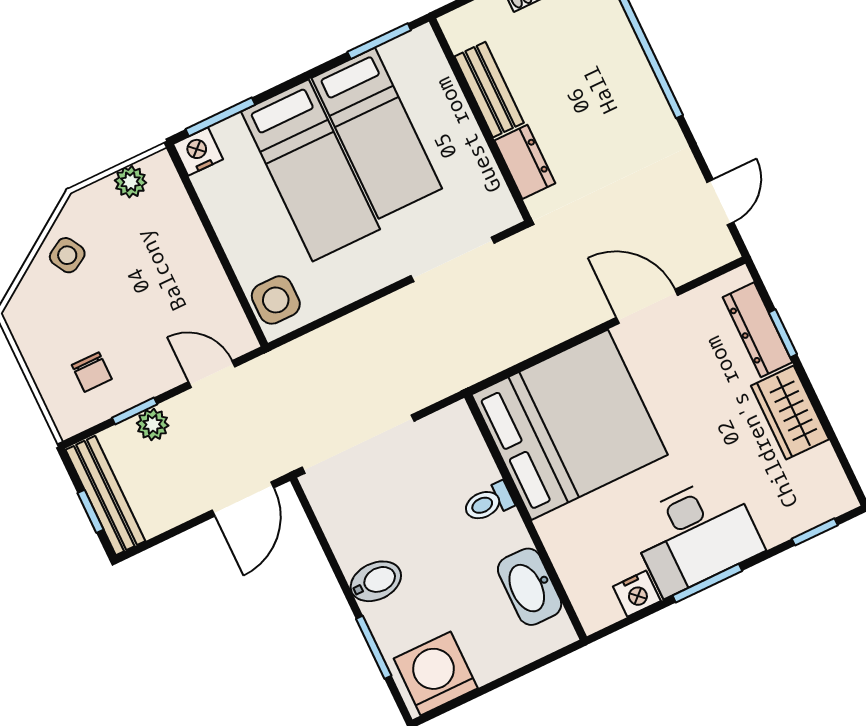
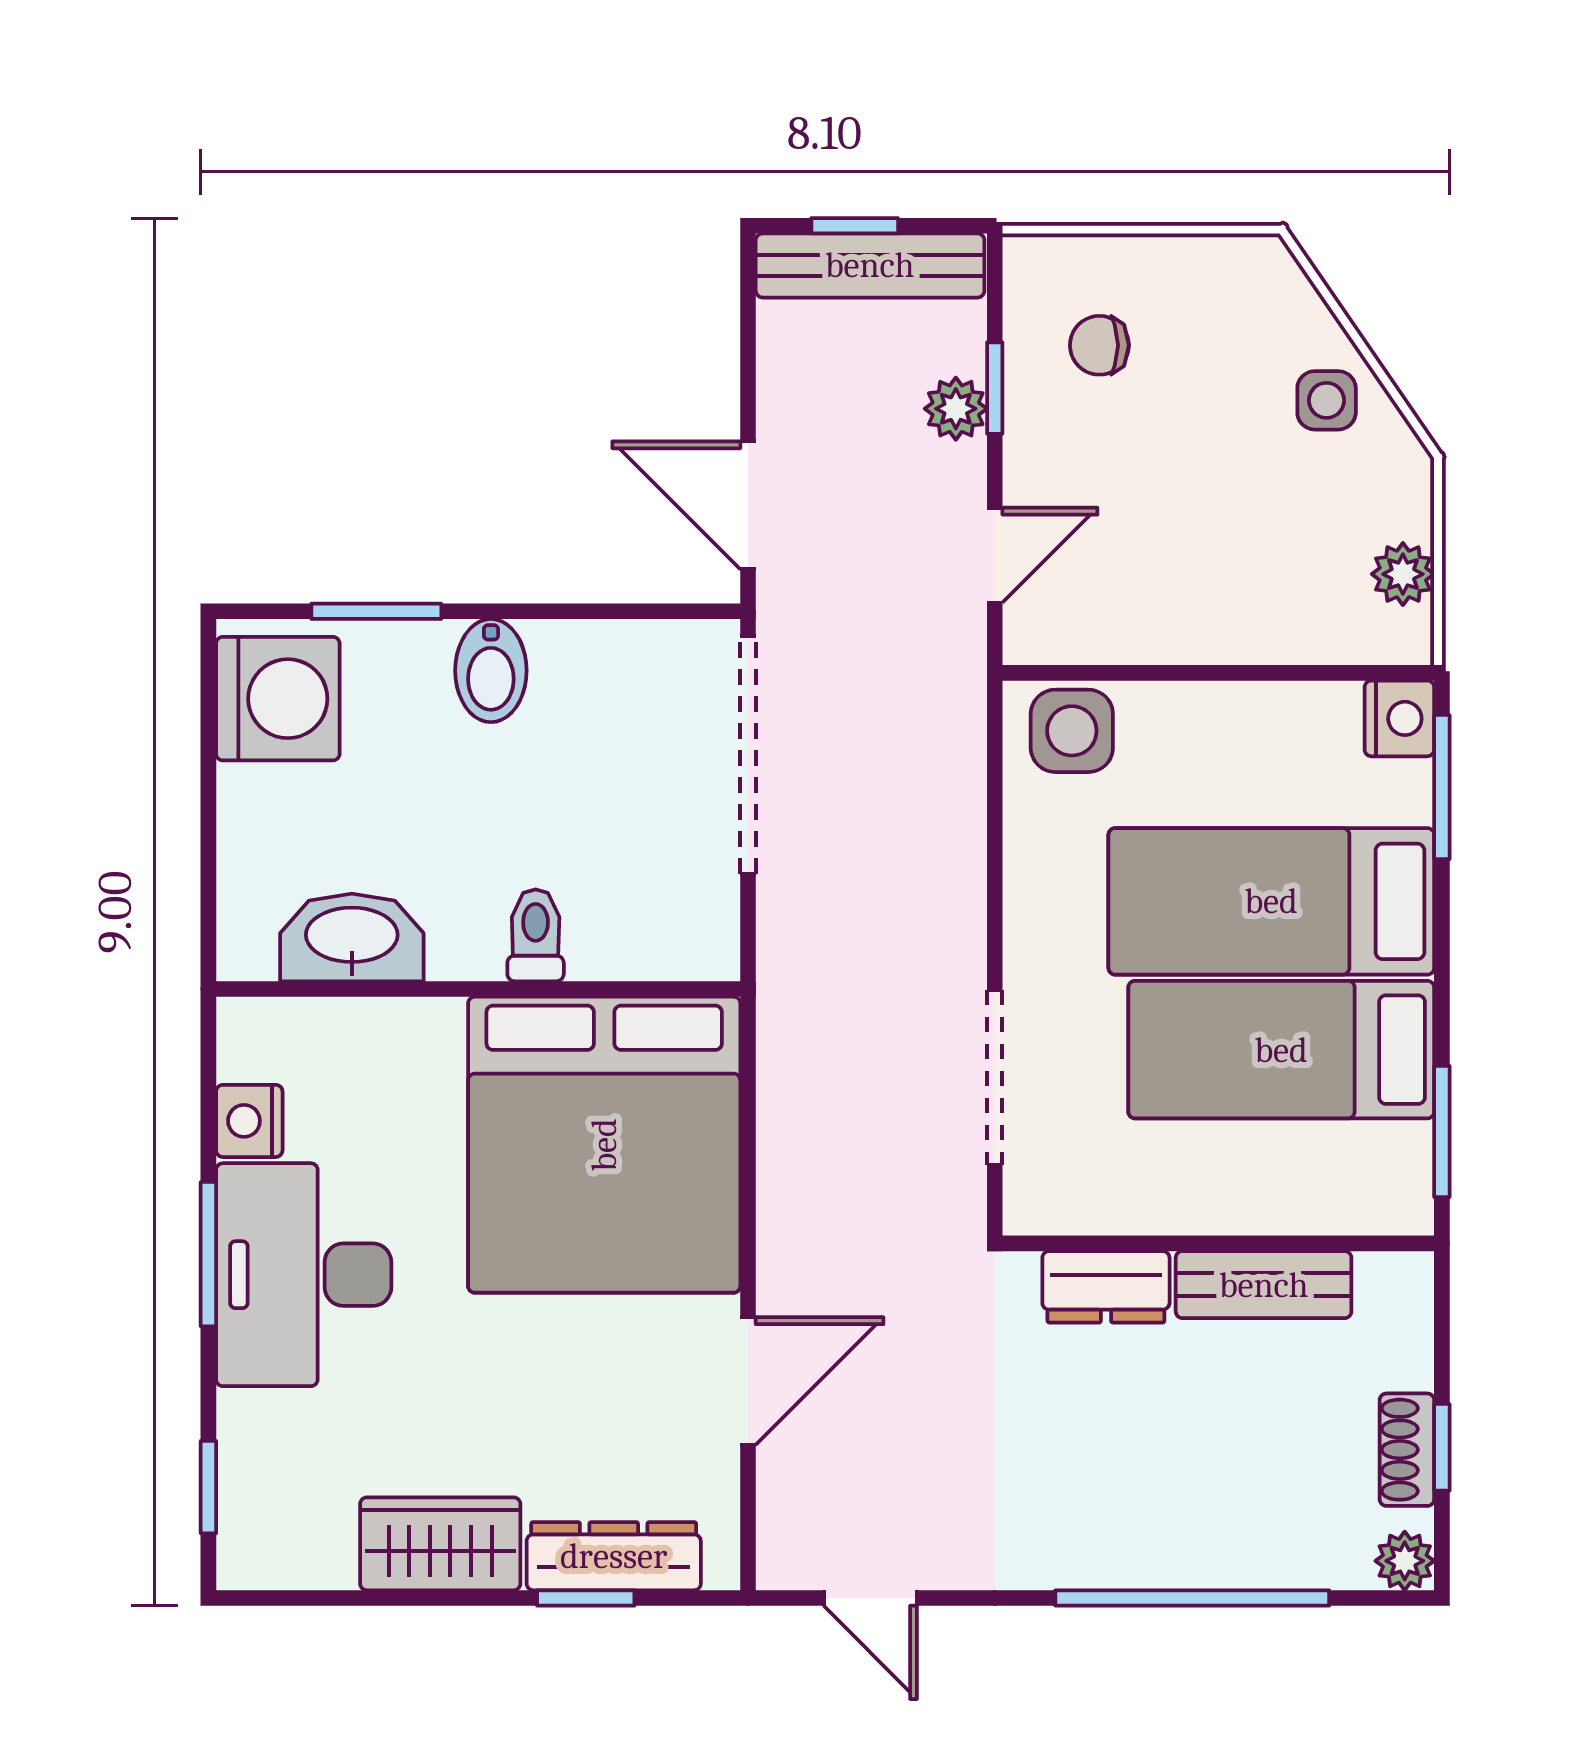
side table: (67, 255) -> (1327, 400), turned 30

